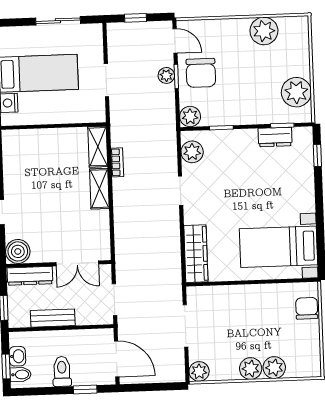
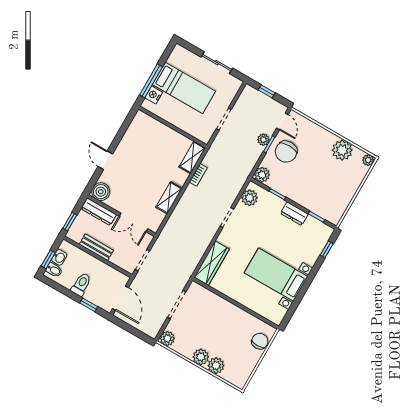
plant: (296, 92) -> (368, 160), moved, width x0.53, depth x0.53
dresser: (275, 137) -> (294, 214), moved
shelving: (99, 189) -> (169, 198), moved
bed with nightstands: (278, 247) -> (276, 275), moved

